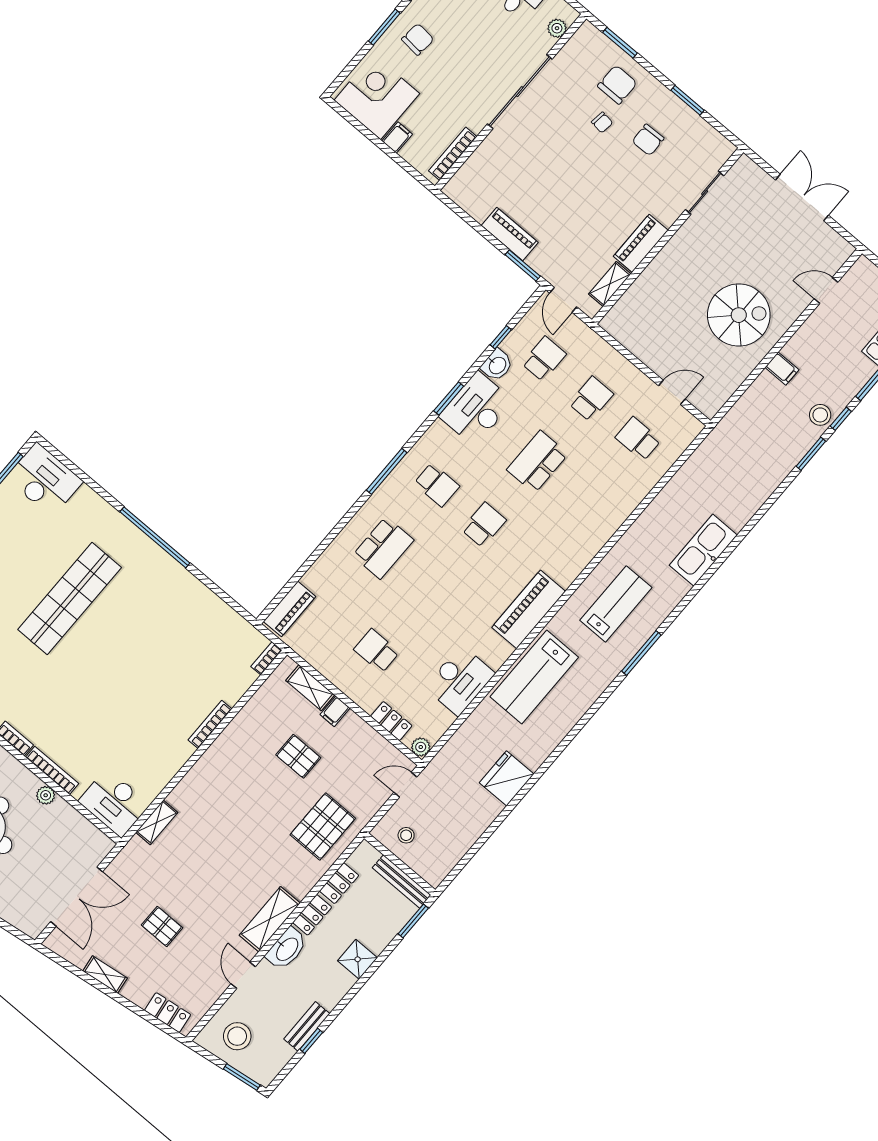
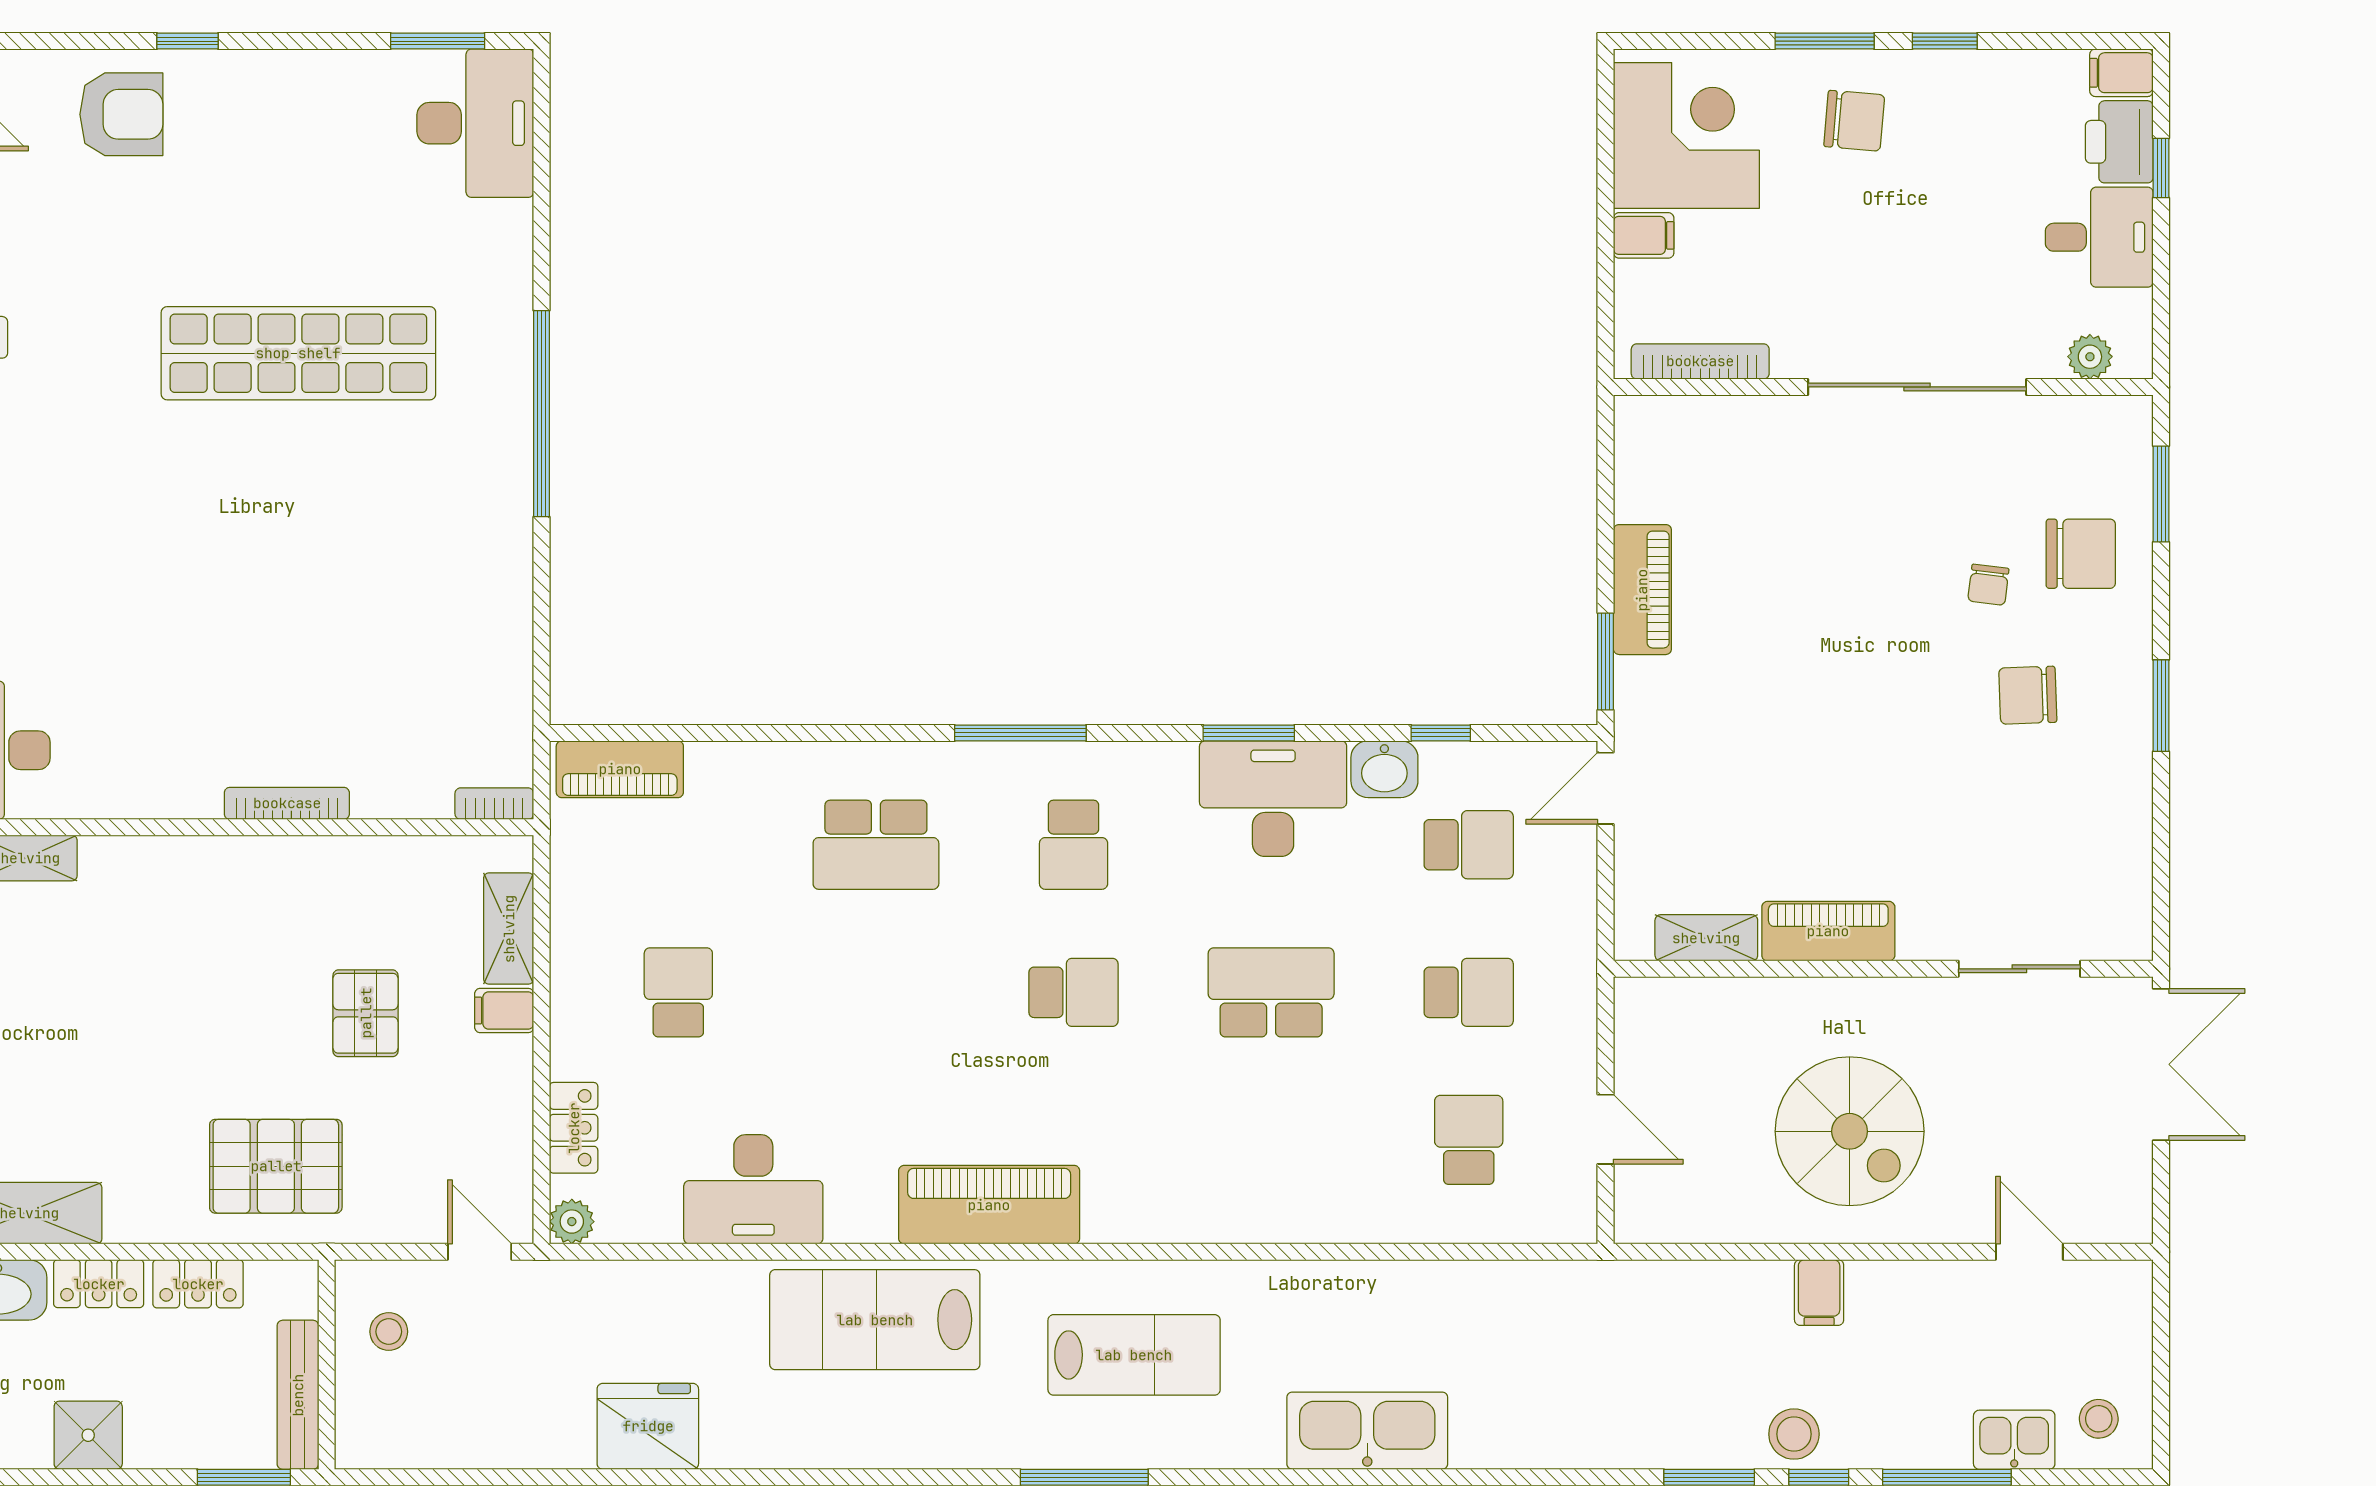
sliding door: (705, 193) -> (2019, 969), moved
wall: (668, 236) -> (1883, 969), moved
piano: (641, 243) -> (1828, 931), moved
shelving: (610, 284) -> (1706, 938), moved

